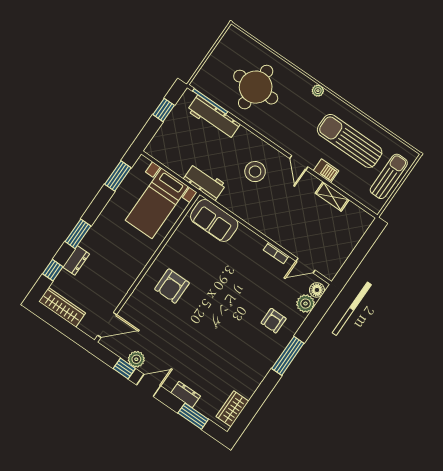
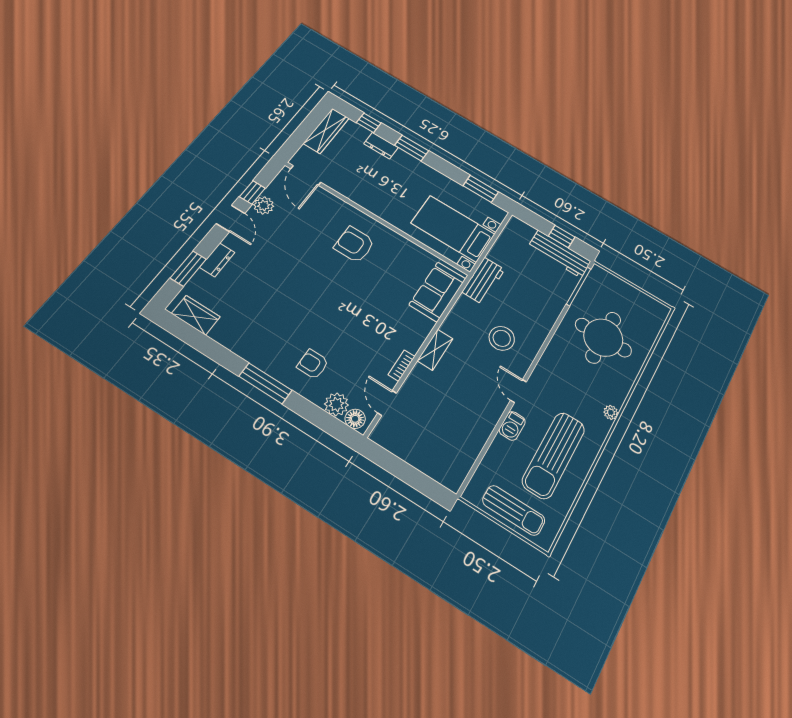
workbench: (214, 117) -> (559, 254), moved, turned -90
sun lounger: (350, 141) -> (554, 455), turned 180
door: (299, 163) -> (518, 391), hinge flipped
shelving: (332, 196) -> (435, 350), moved

